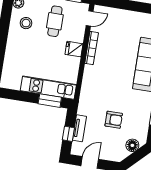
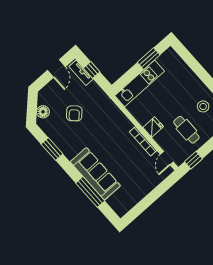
window: (50, 101) -> (149, 59), moved
armchair: (114, 120) -> (74, 113), turned -46
tv unit: (79, 128) -> (81, 73), moved

